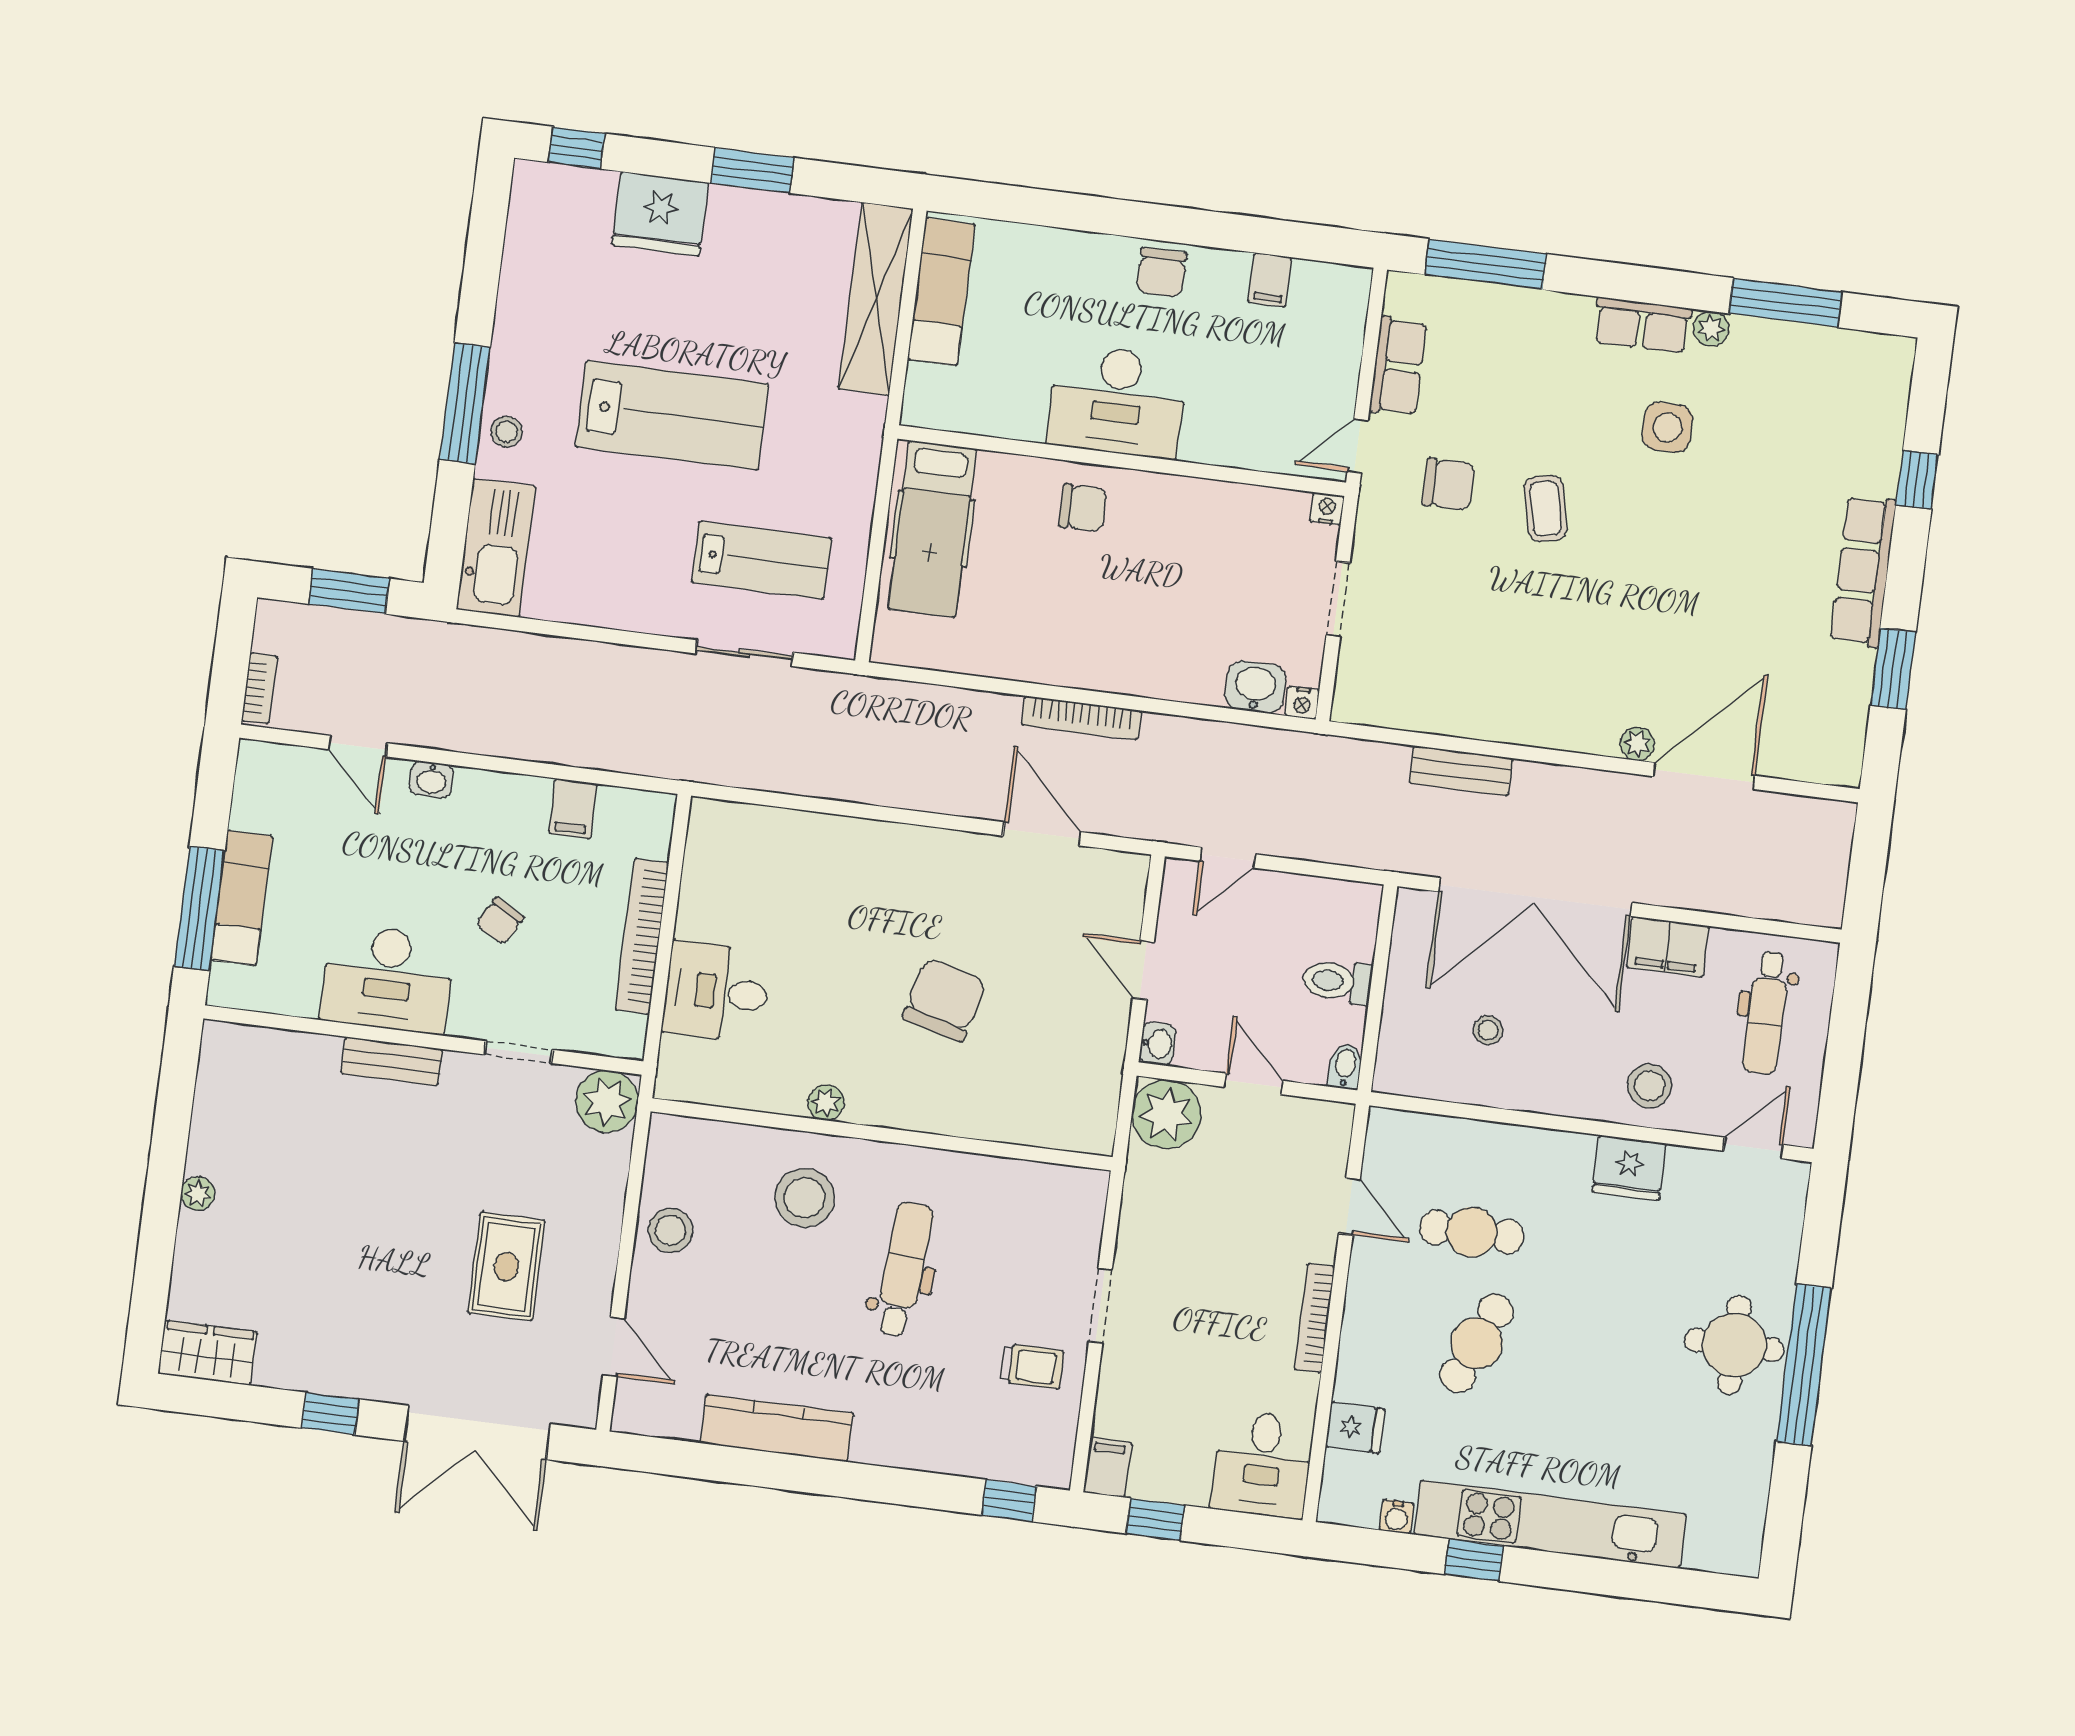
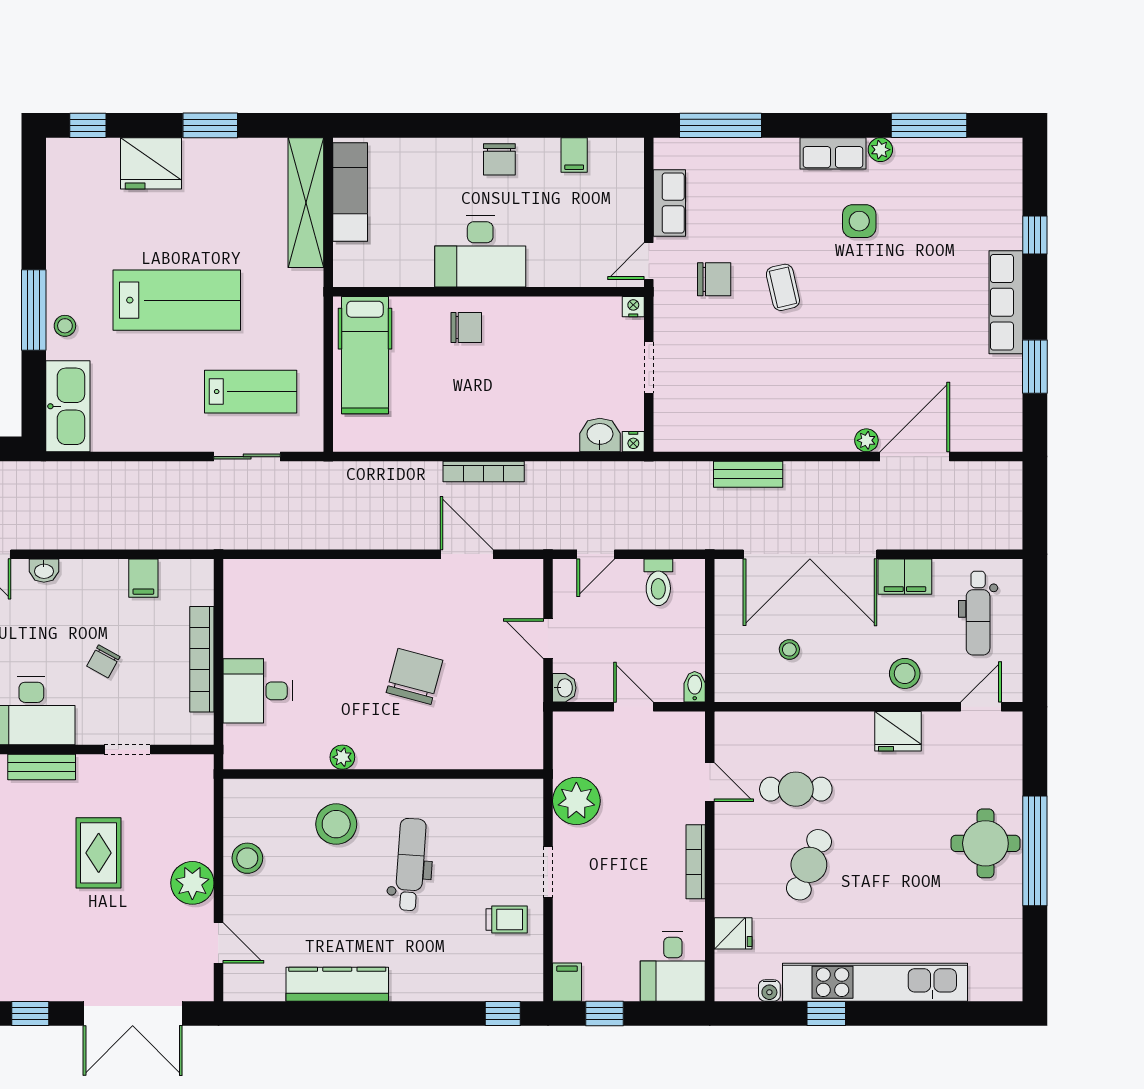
toilet: (1337, 981) -> (658, 582), moved, turned -90
plant: (607, 1102) -> (192, 883), moved
plant: (1166, 1114) -> (576, 801), moved
rug: (506, 1267) -> (99, 853), moved

